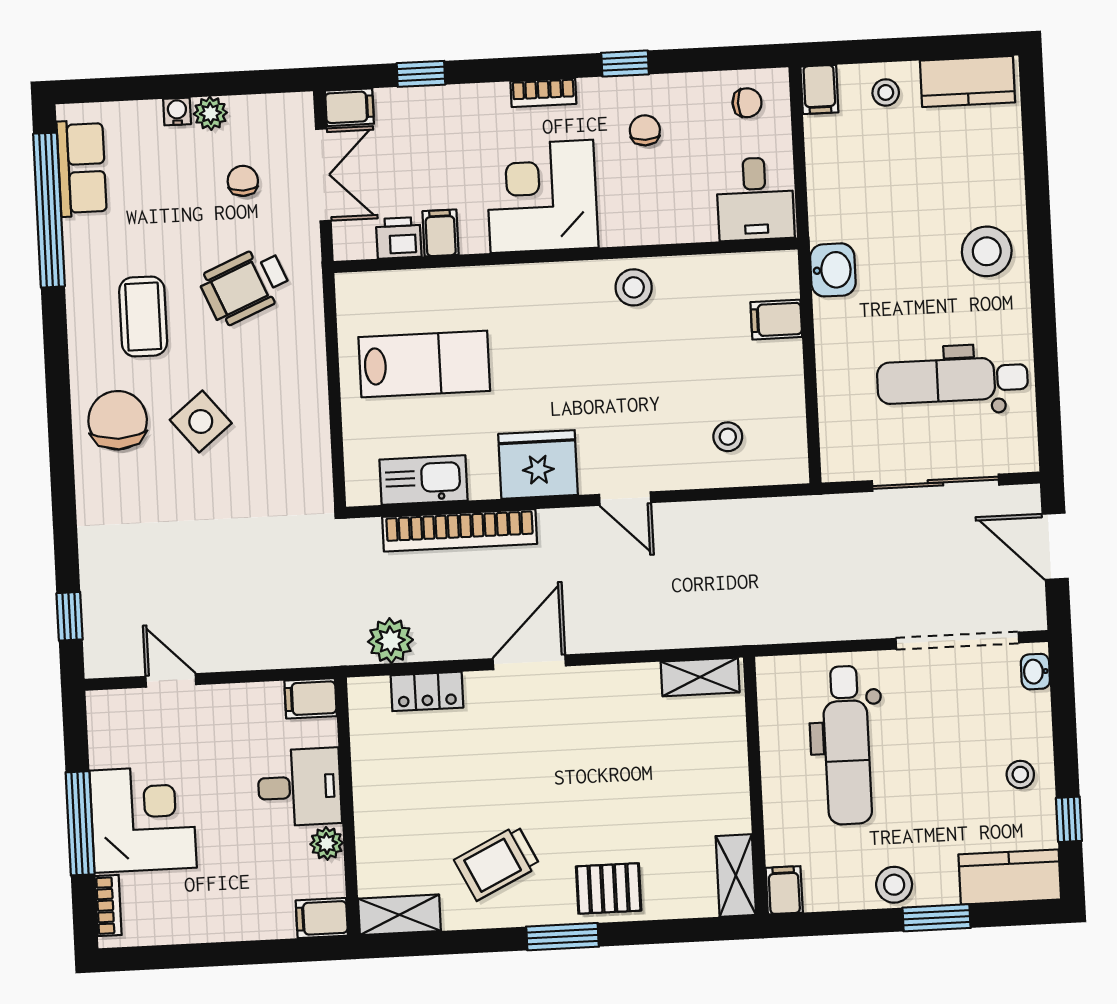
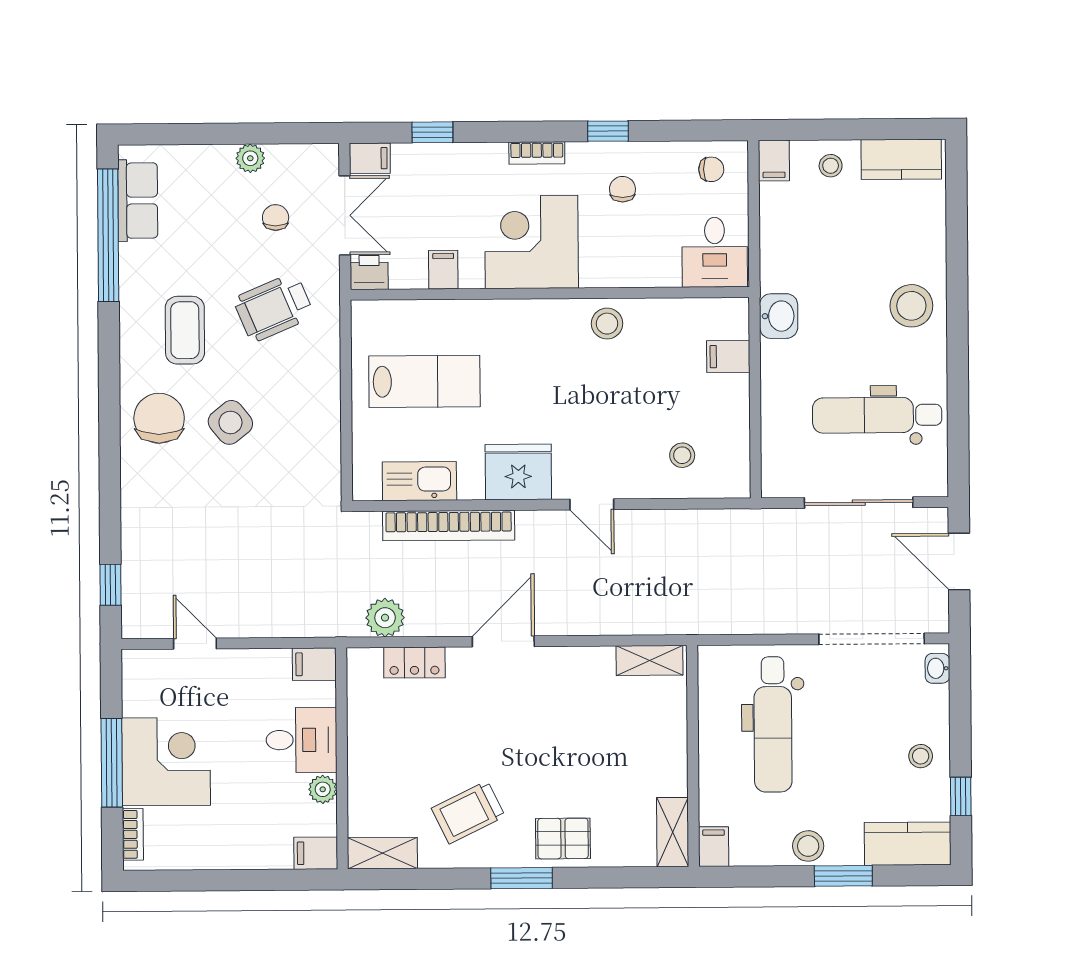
water cooler: (177, 111) -> (222, 155), removed
printer: (399, 238) -> (369, 272), moved

